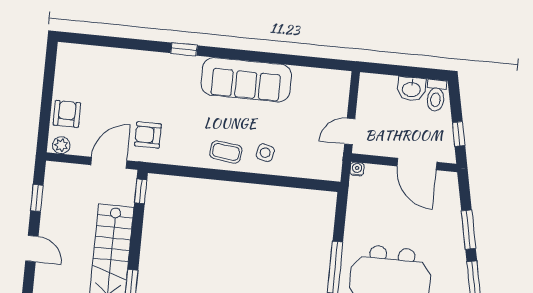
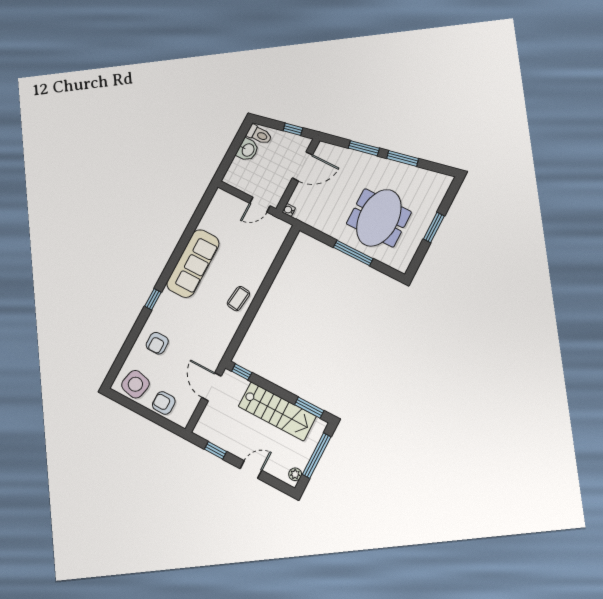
door: (350, 131) -> (260, 205), hinge flipped
armchair: (148, 135) -> (157, 343), moved
plant: (61, 145) -> (185, 416), removed
side table: (265, 153) -> (135, 384), moved, width x1.87, depth x1.87

